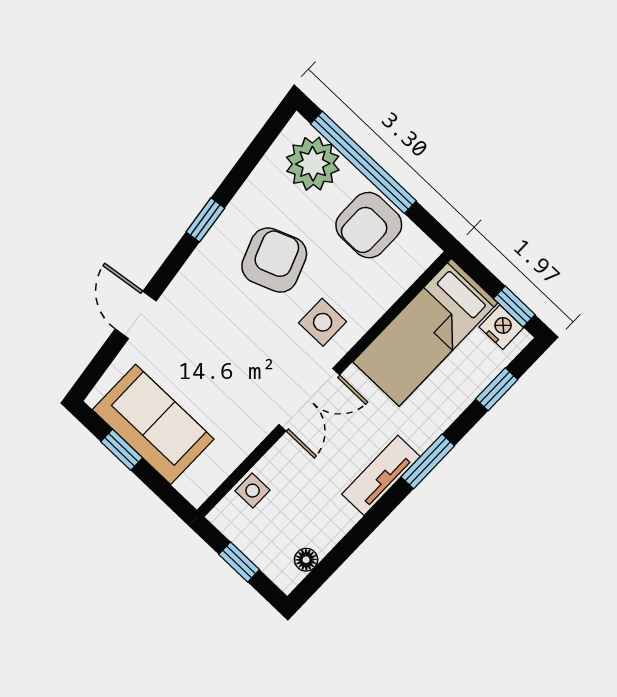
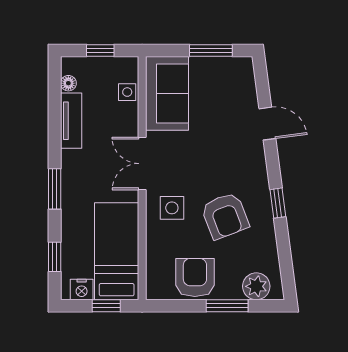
window: (363, 162) -> (227, 306), width x0.47
plant: (313, 164) -> (256, 286), width x0.73, depth x0.73
window: (514, 307) -> (106, 306), moved
sofa: (153, 424) -> (167, 93), moved, turned -90
window: (122, 450) -> (211, 51), width x1.50
tv unit: (381, 475) -> (71, 121), moved

